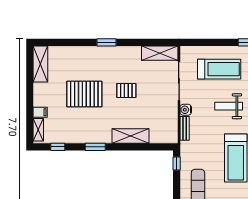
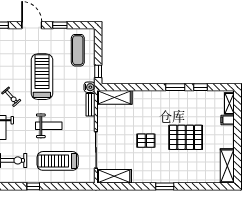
water cooler: (186, 110) -> (89, 87), moved
shelving: (130, 136) -> (114, 97), moved
window: (58, 147) -> (201, 87), moved

